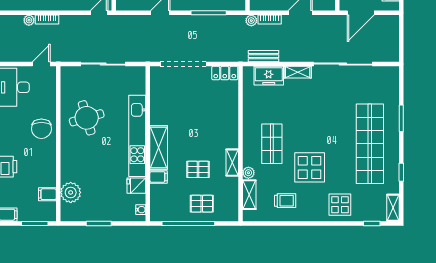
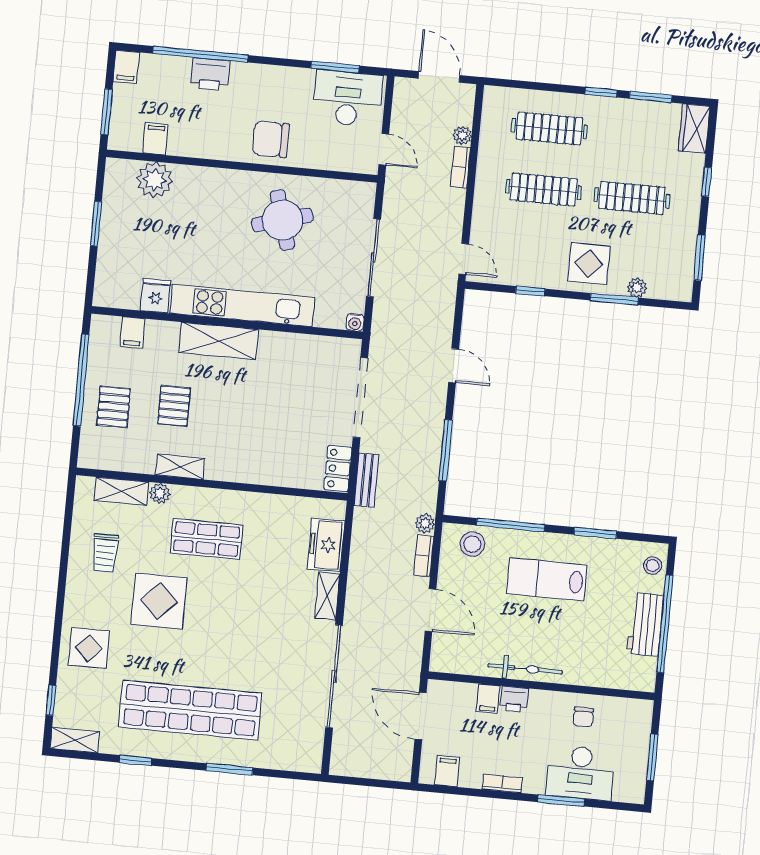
bench: (264, 56) -> (366, 480), moved
filing cabinet: (159, 177) -> (133, 333), moved
water cooler: (141, 210) -> (355, 322), moved

